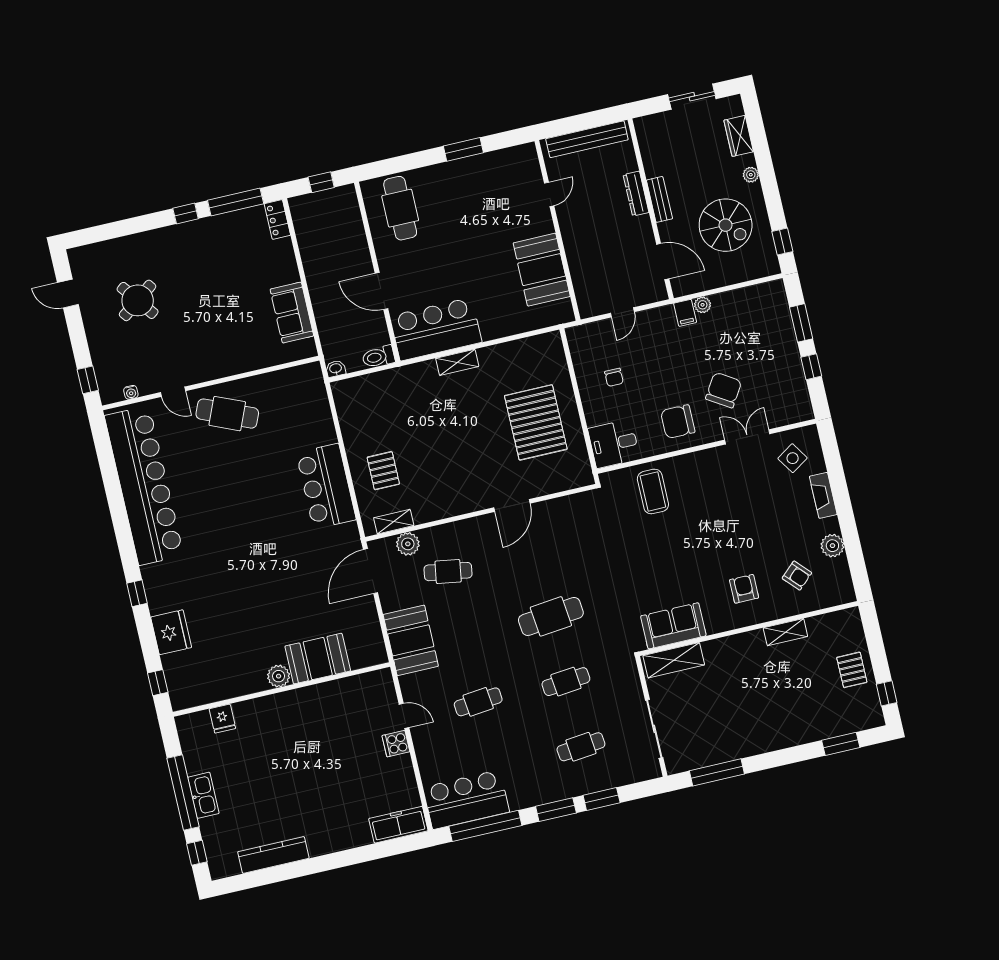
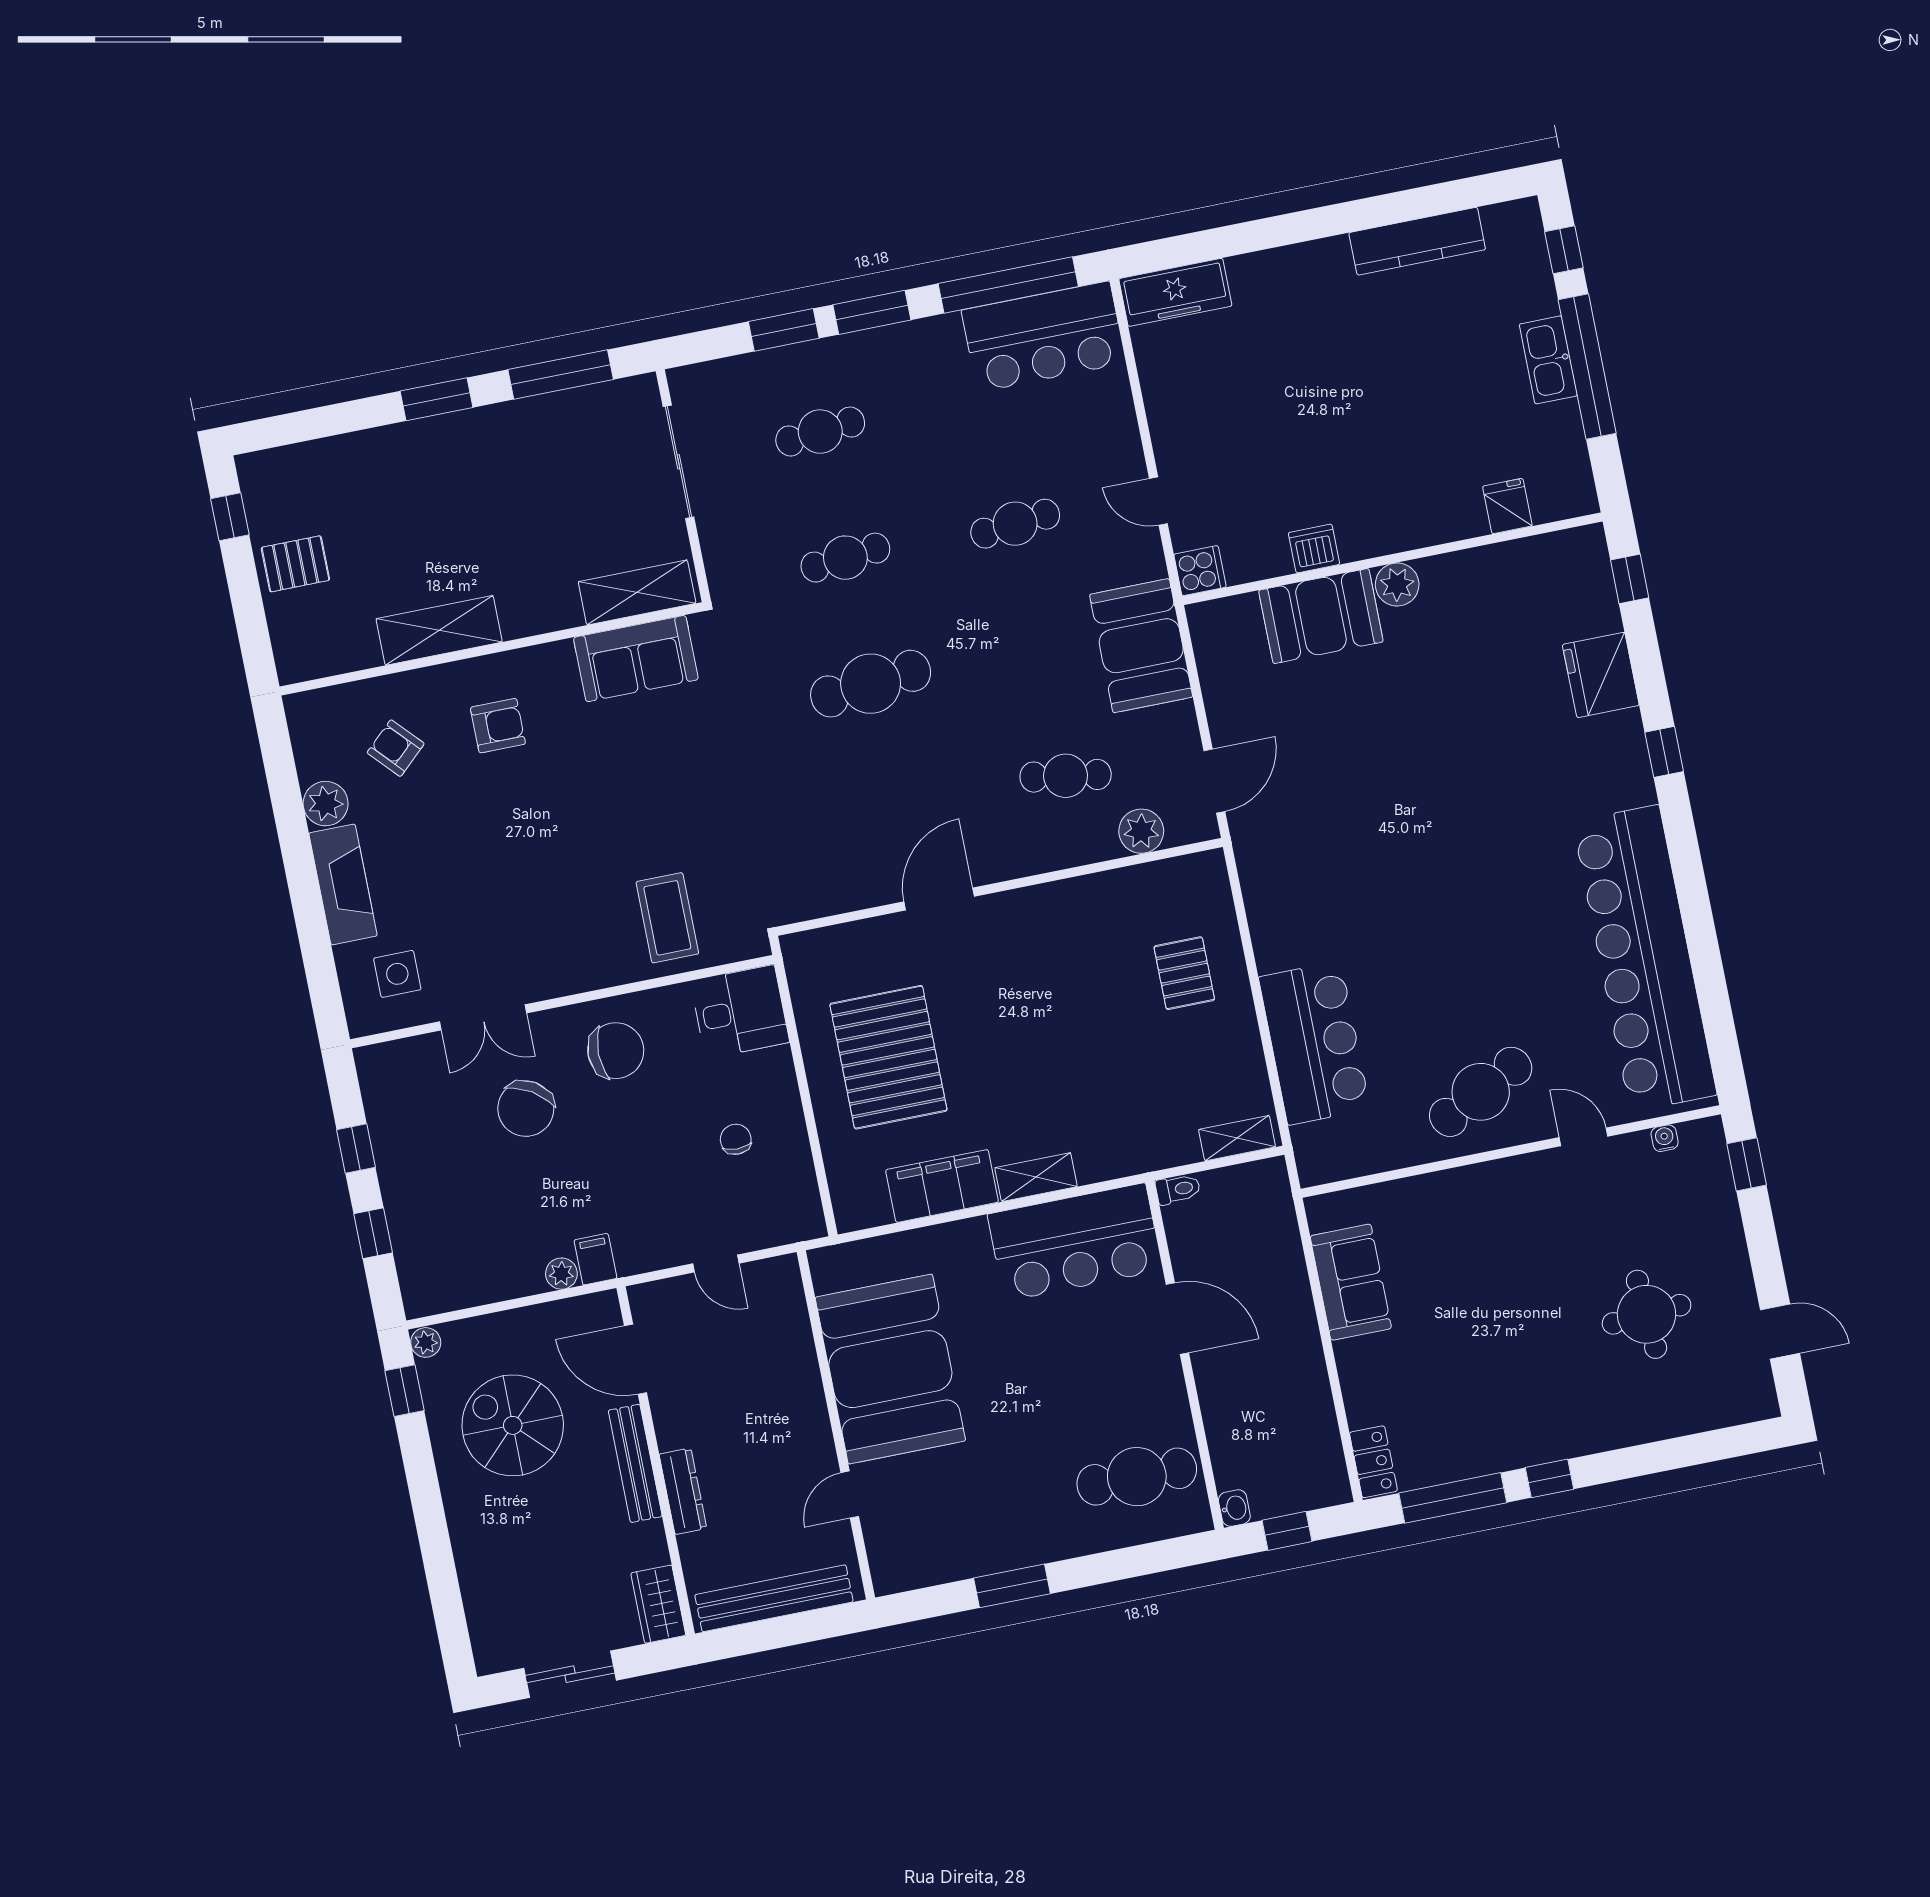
wardrobe: (739, 136) -> (658, 1604), moved, turned 180
plant: (751, 175) -> (426, 1342), moved
bench: (659, 199) -> (635, 1463), width x1.36
cafe table: (400, 208) -> (1137, 1477), turned 90
booth: (542, 270) -> (890, 1369), width x1.36, depth x1.42
round table: (138, 300) -> (1647, 1314), turned 33
door: (622, 312) -> (716, 1263), swing flipped
window: (801, 323) -> (373, 1233), width x0.67
filing cabinet: (506, 356) -> (942, 1186), added
toilet: (378, 357) -> (1178, 1189), width x0.73, depth x0.72
washbasin: (336, 369) -> (1234, 1508), moved, turned -90
cafe table: (227, 414) -> (1481, 1092), turned -50
side table: (793, 458) -> (397, 974), turned 33
bar counter: (326, 486) -> (1314, 1043), moved
fireplace: (823, 495) -> (343, 884), width x1.37, depth x1.32
shelving: (394, 522) -> (1237, 1138), moved
door: (371, 571) -> (1214, 781), width x0.73
armchair: (744, 589) -> (498, 726), turned -90
shelving: (785, 632) -> (439, 630), width x1.50, depth x1.33
pallet: (852, 670) -> (295, 564), turned 90
dishwasher: (322, 694) -> (1314, 548), added
cooker: (396, 744) -> (1200, 571), moved
window: (841, 744) -> (437, 399), moved

